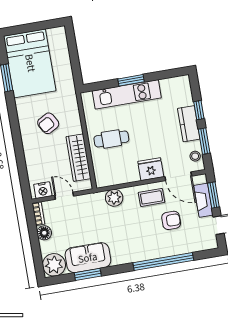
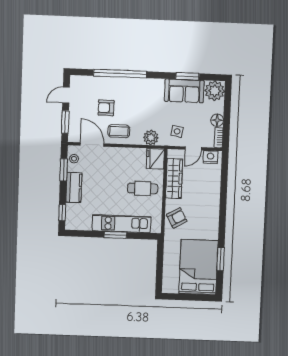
window: (199, 110) -> (62, 213), moved
armchair: (48, 123) -> (177, 218), moved
fridge: (151, 169) -> (155, 159), moved, turned 90
door: (64, 196) -> (193, 148), hinge flipped
fireplace: (203, 200) -> (75, 119), removed
side table: (86, 211) -> (177, 131), added

